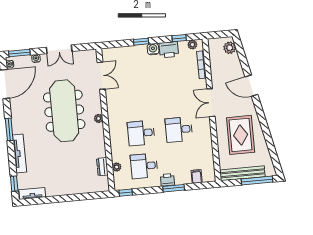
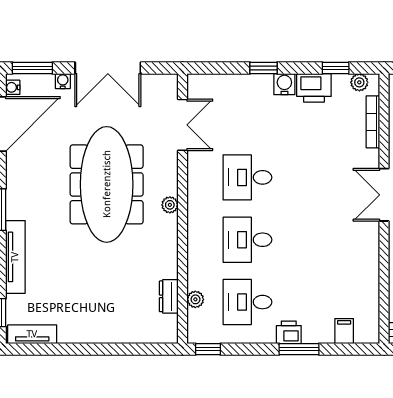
double door: (59, 49) -> (108, 68), width x1.37
desk: (179, 130) -> (247, 177), moved

